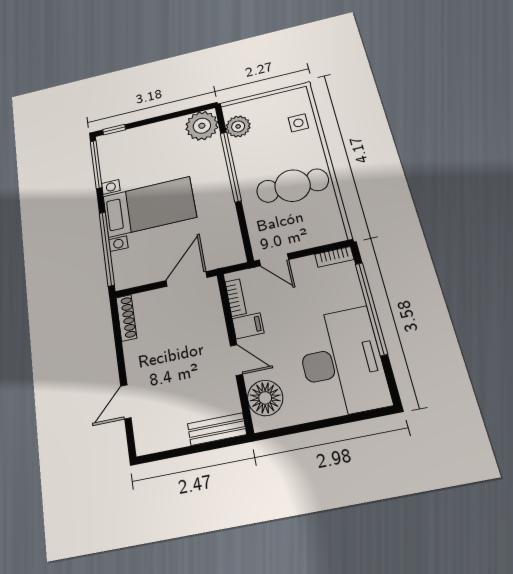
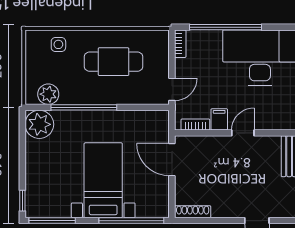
cafe table: (293, 186) -> (114, 62), turned 90
floor lamp: (265, 398) -> (274, 117), removed

